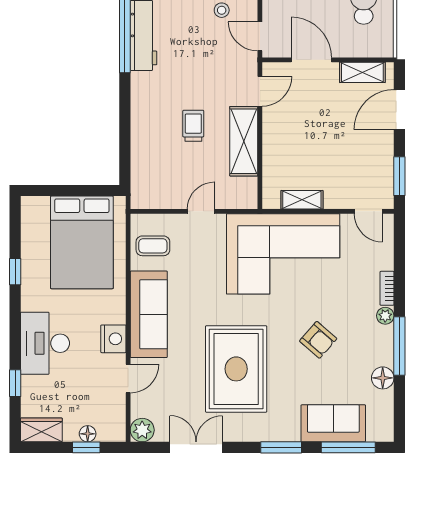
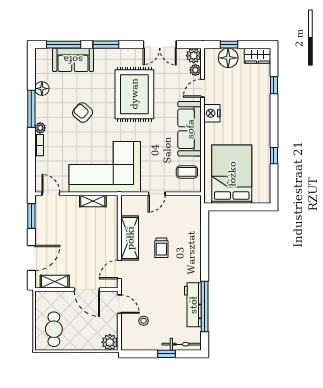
desk: (45, 343) -> (255, 110), removed
plant: (139, 407) -> (195, 70), added
floor lamp: (88, 434) -> (228, 58), width x1.89, depth x1.89

